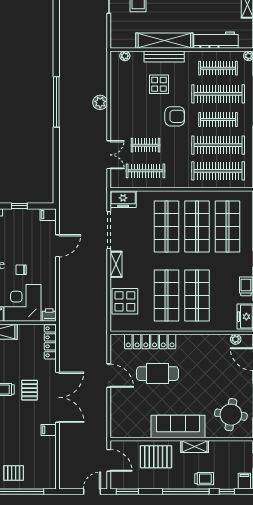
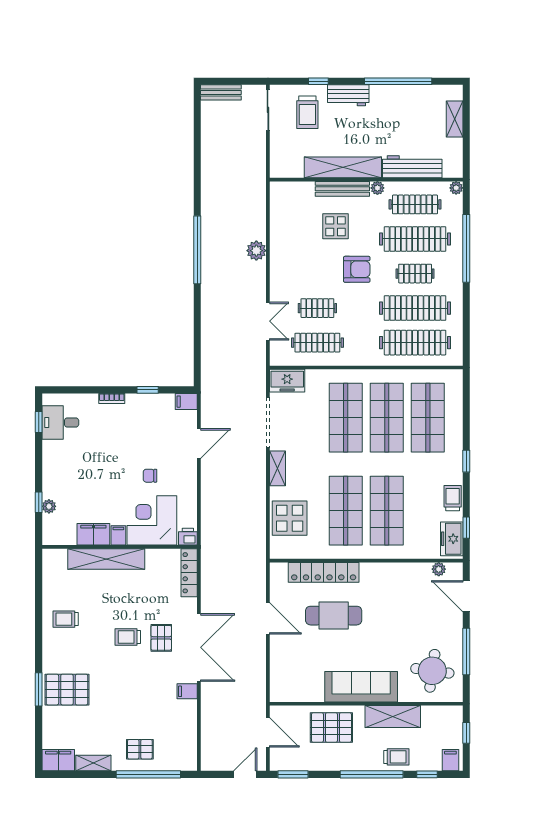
plant: (125, 56) -> (377, 188), moved
clothes rail: (218, 119) -> (415, 274), width x0.73
shelving: (195, 447) -> (393, 717), width x1.50, depth x1.33

